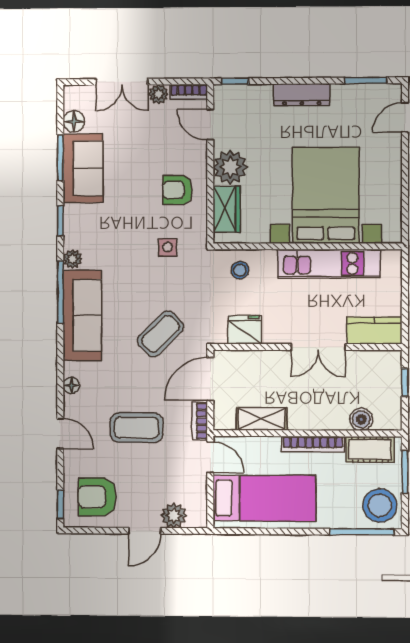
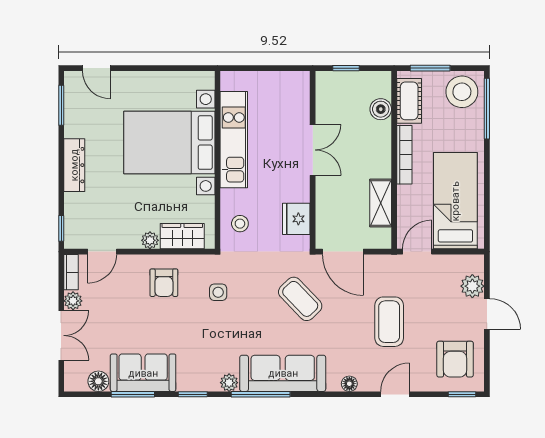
plant: (230, 167) -> (150, 240), width x0.53, depth x0.53
kitchen counter: (375, 331) -> (297, 97), removed
bookcase: (200, 421) -> (383, 262), removed

